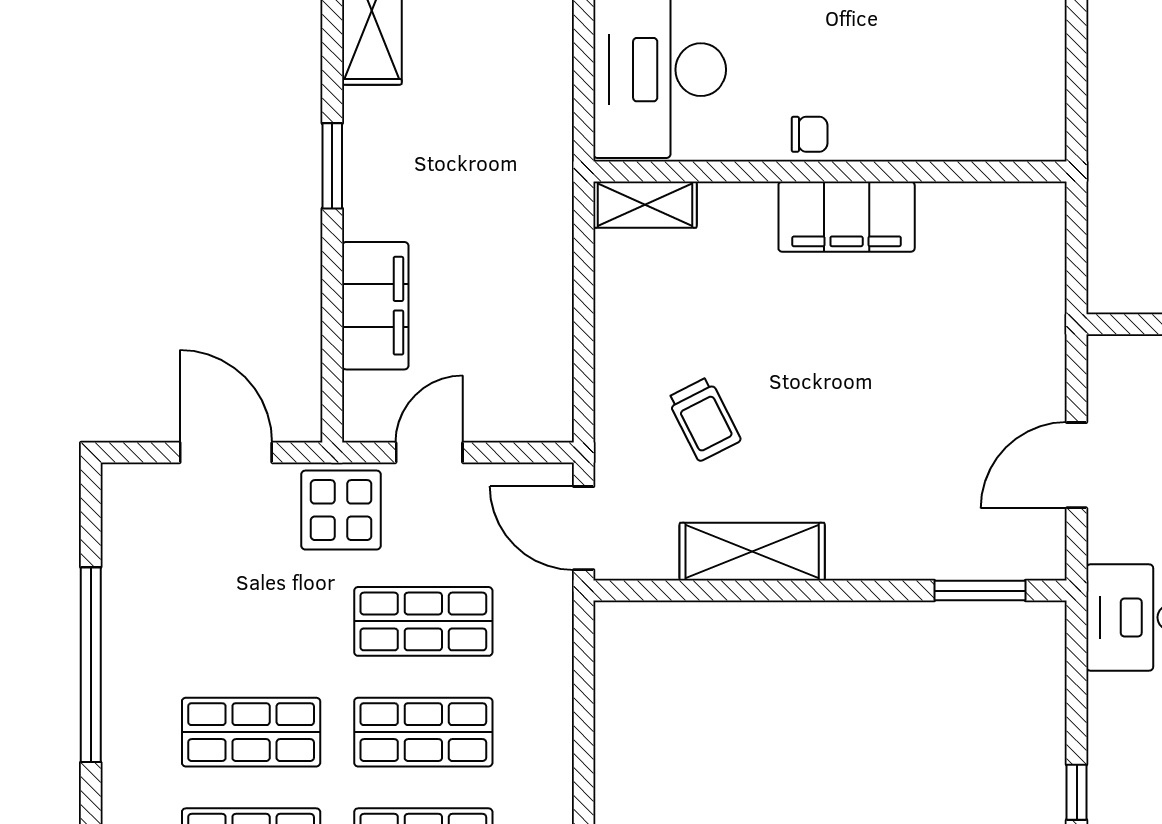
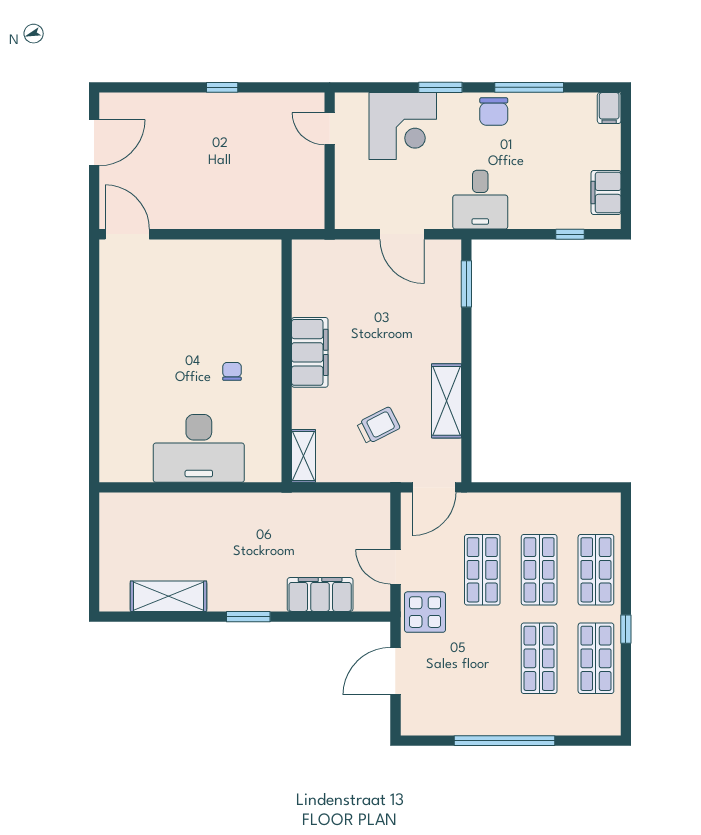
wall: (830, 172) -> (287, 361), moved
shelving: (645, 205) -> (304, 456), moved
filing cabinet: (847, 217) -> (310, 352), moved

